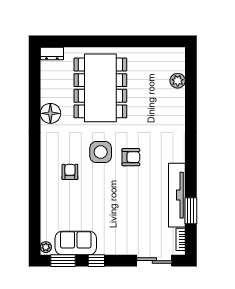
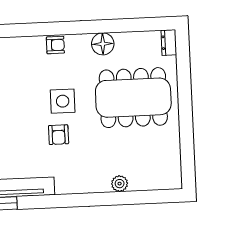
plant: (178, 81) -> (120, 184), moved
armchair: (70, 172) -> (55, 45), moved

